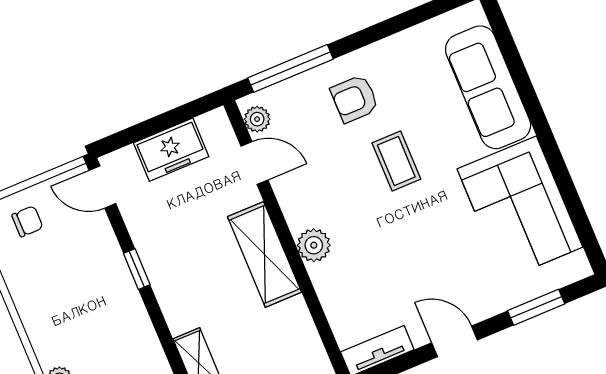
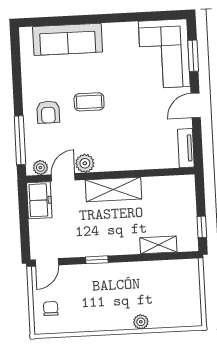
freezer: (171, 150) -> (39, 200), moved
corner sofa: (520, 208) -> (164, 54), moved, turned 90
plant: (314, 245) -> (85, 163), moved

